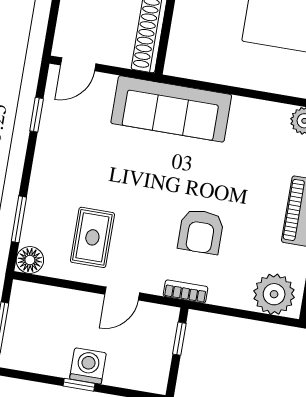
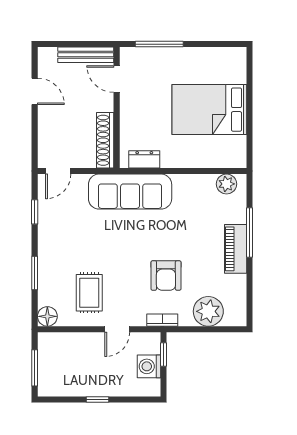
dresser: (198, 68) -> (144, 159), added
window: (19, 219) -> (35, 273), moved
plant: (274, 294) -> (208, 311), moved
washing machine: (88, 366) -> (149, 366), moved, turned -90

